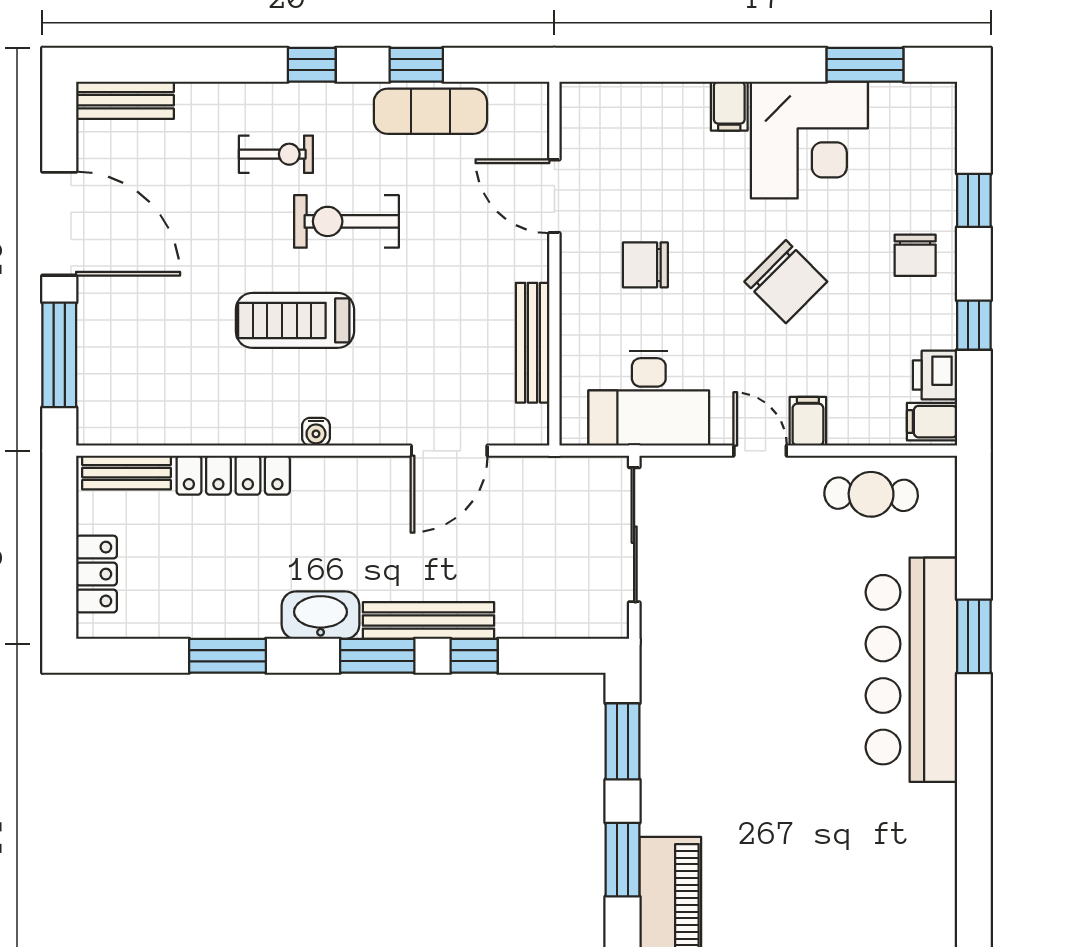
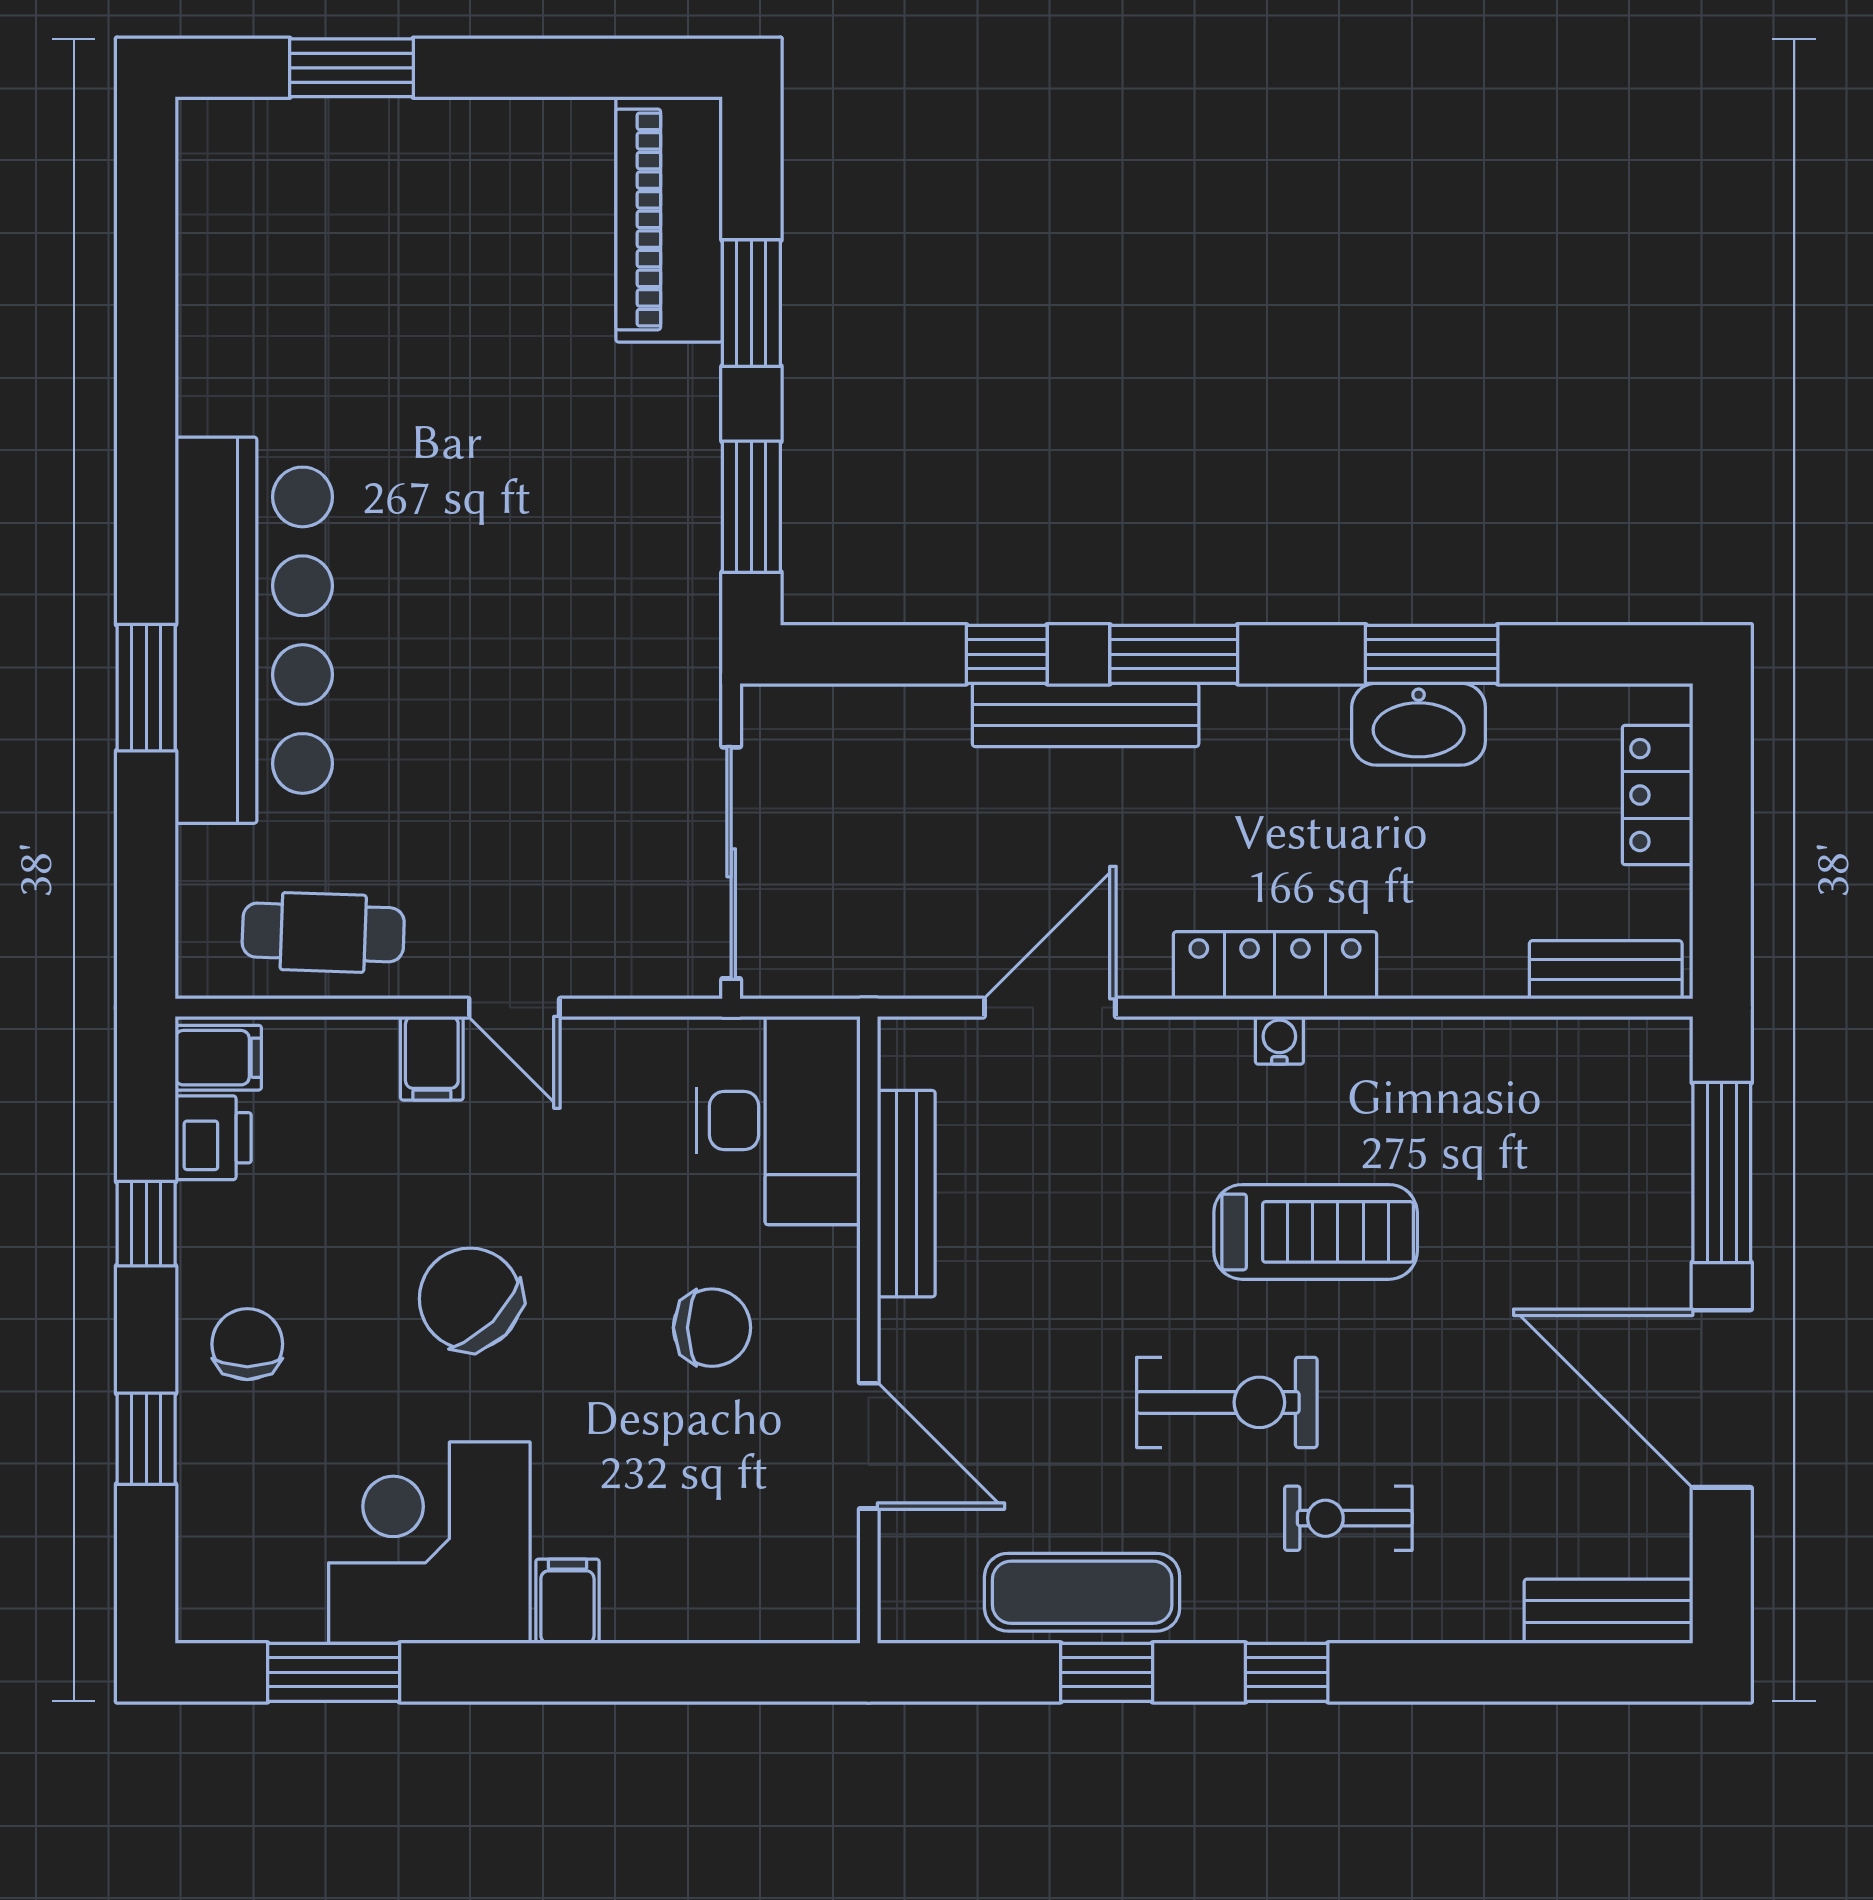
desk: (649, 398) -> (778, 1120), moved, turned 90
locker: (233, 475) -> (1275, 965), moved
washbasin: (321, 615) -> (1419, 724), moved

